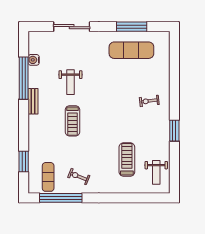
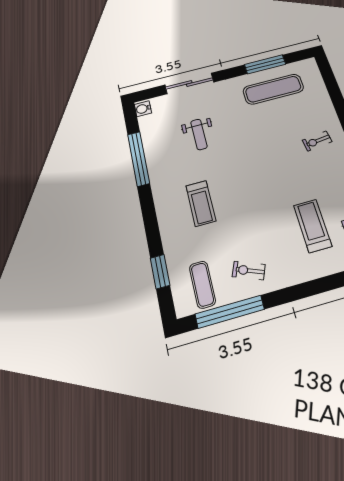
water cooler: (34, 60) -> (143, 109), moved
weight bench: (70, 82) -> (199, 134), moved
bench: (33, 101) -> (157, 184), removed
treadmill: (73, 121) -> (201, 203), moved

